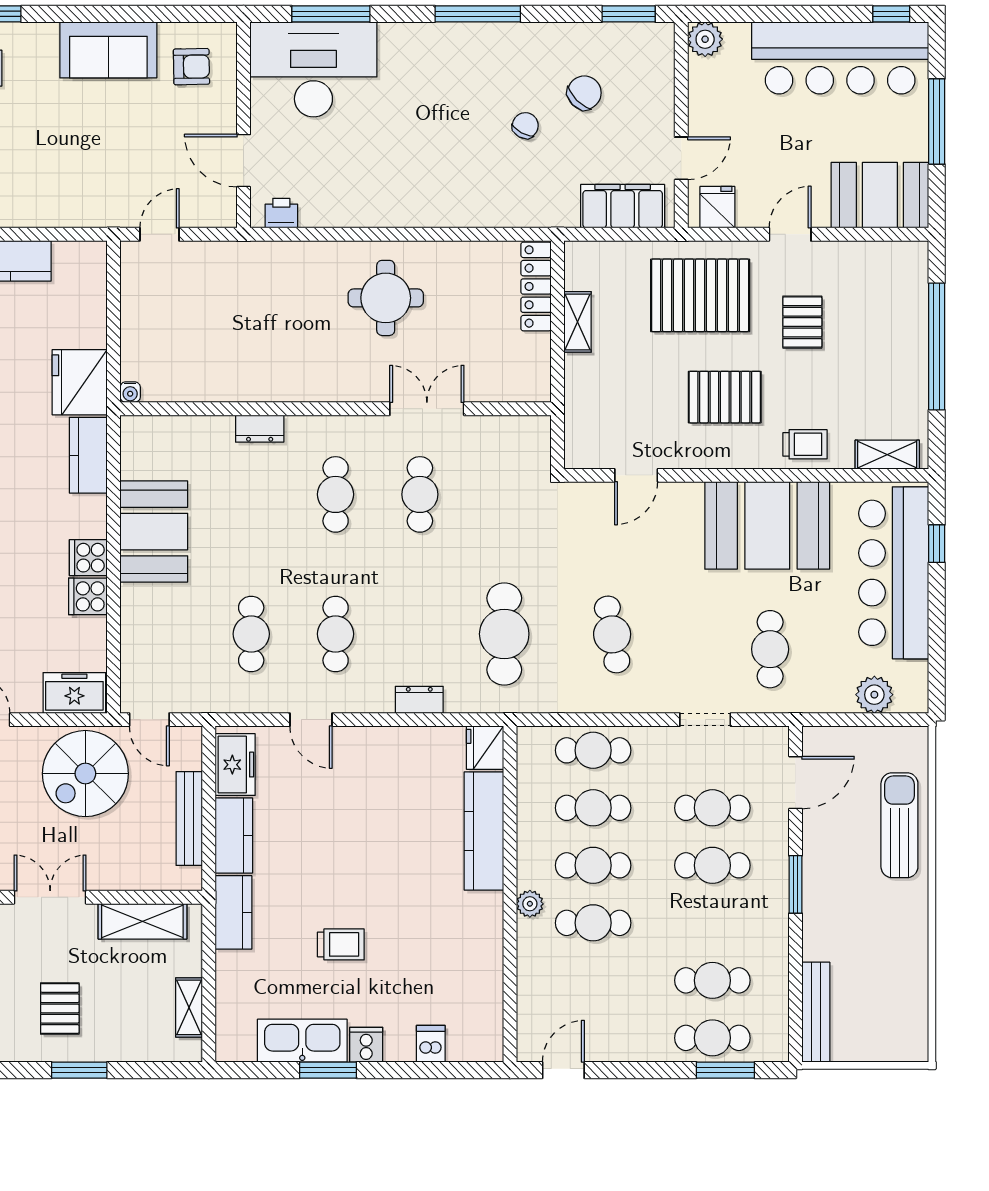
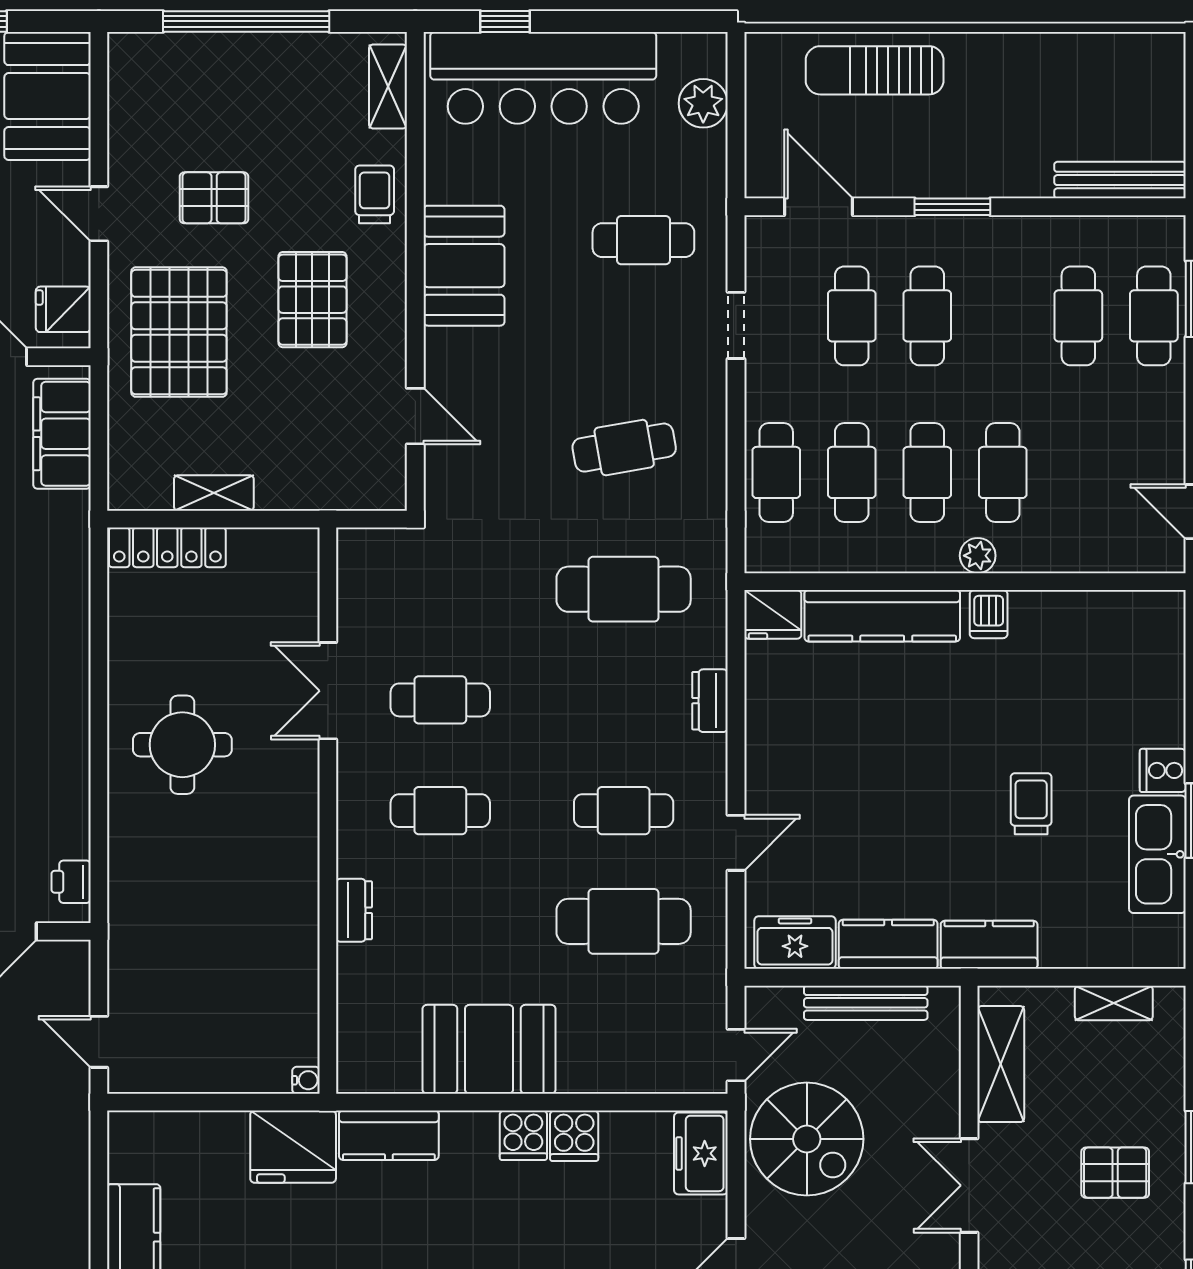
booth: (767, 525) -> (464, 266), width x0.73, depth x0.70
cafe table: (251, 634) -> (624, 921), width x1.37, depth x1.35
dishwasher: (431, 1044) -> (989, 614), moved, turned -90

